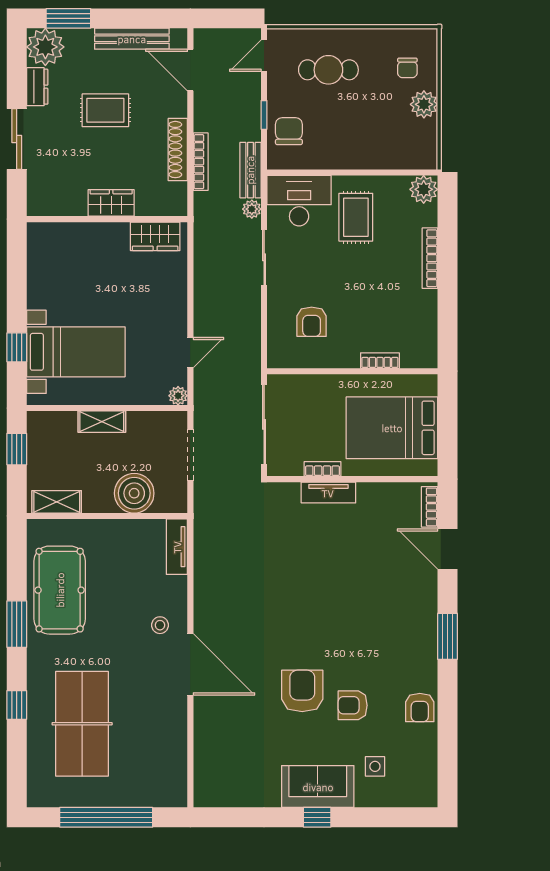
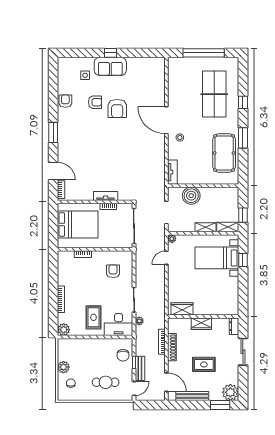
dresser: (37, 87) -> (234, 326), moved
bench: (250, 170) -> (140, 368), moved
shelving: (57, 502) -> (228, 227), moved

